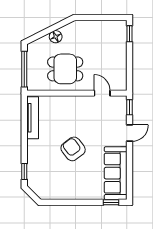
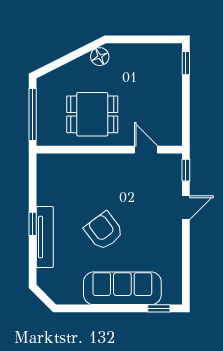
floor lamp: (56, 37) -> (100, 57), moved
tv unit: (33, 118) -> (45, 237), moved
window: (24, 171) -> (33, 224), moved
sofa: (116, 173) -> (122, 288), moved, turned 90

